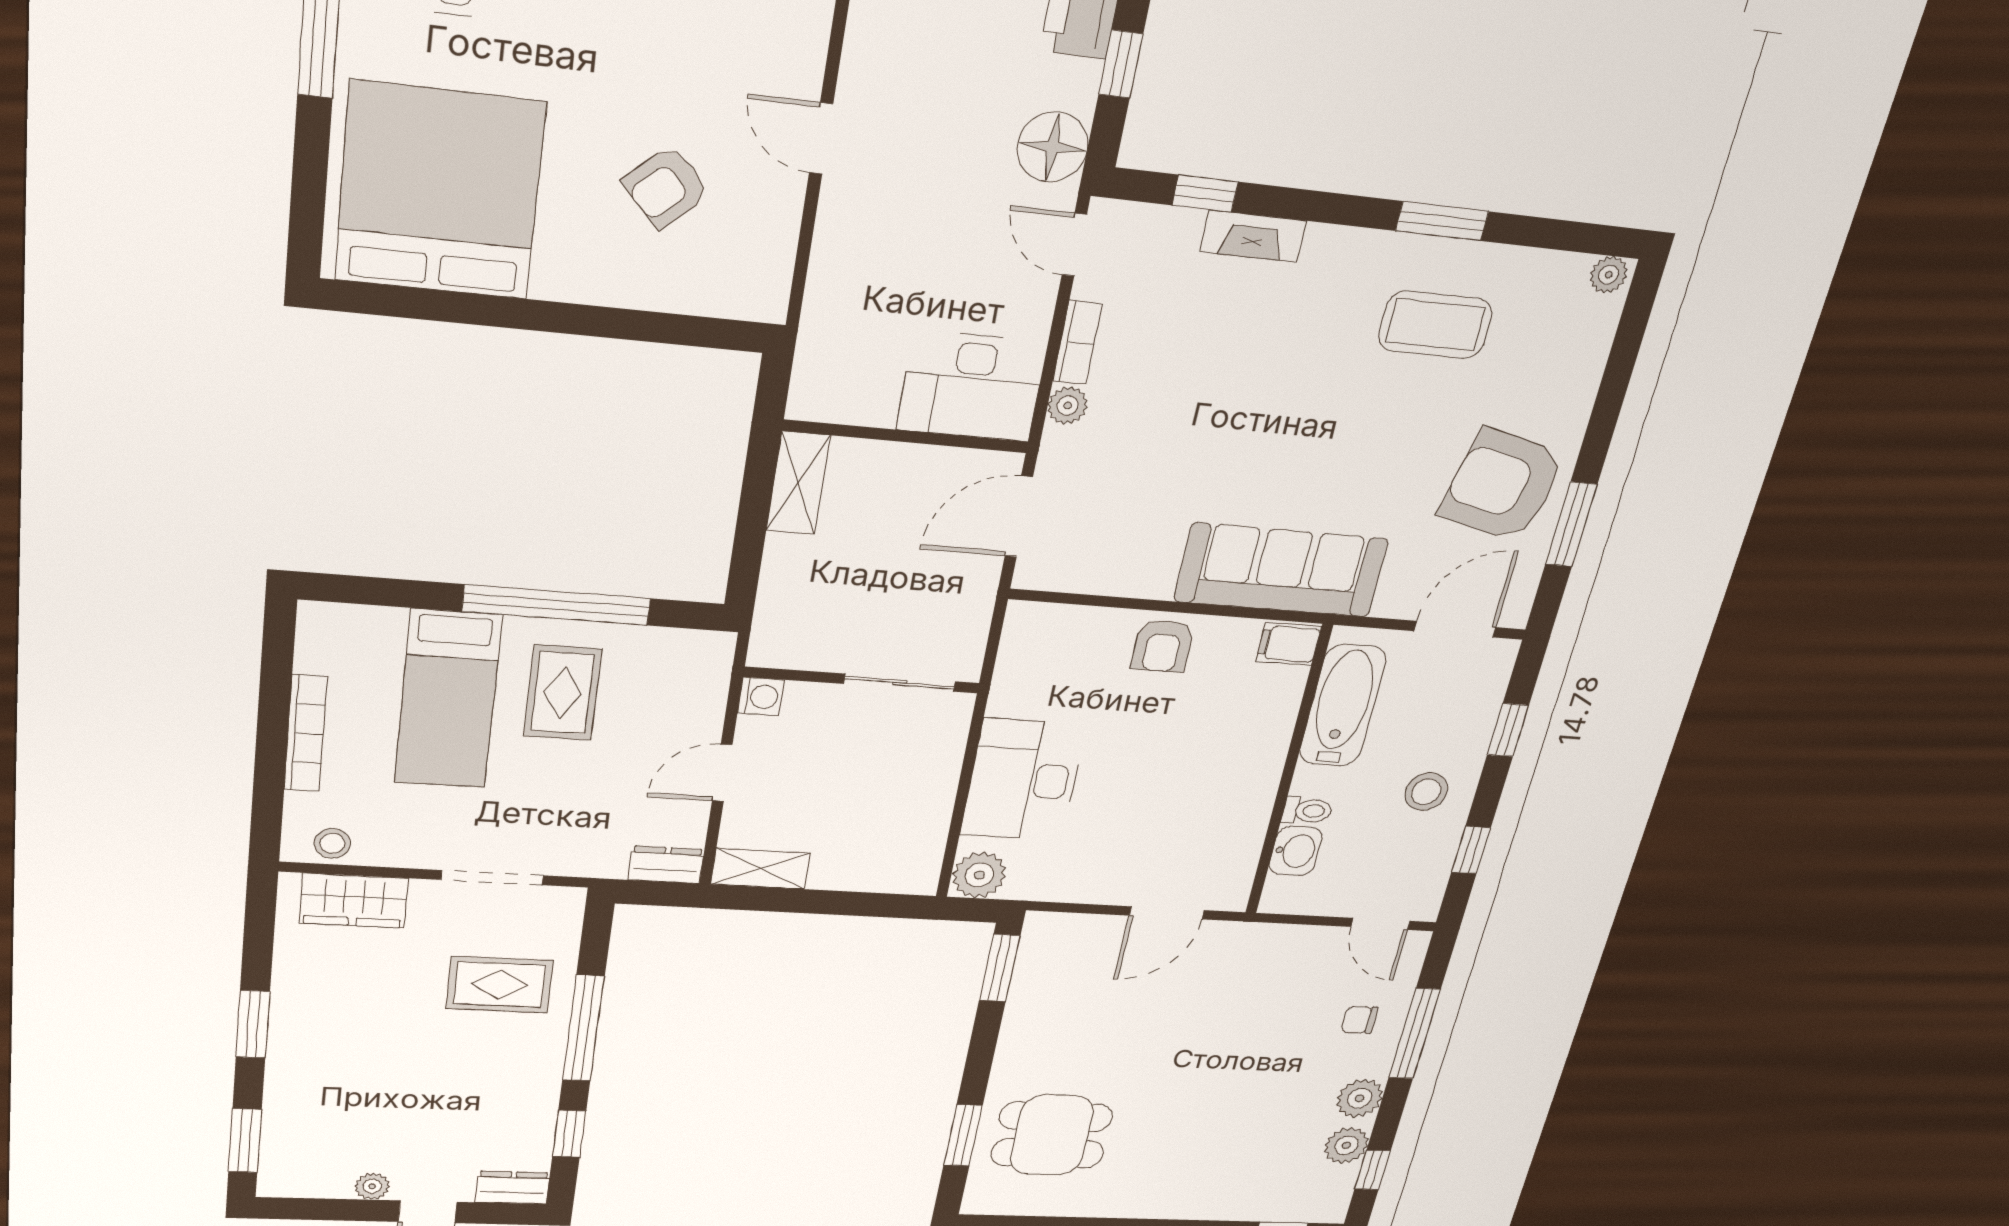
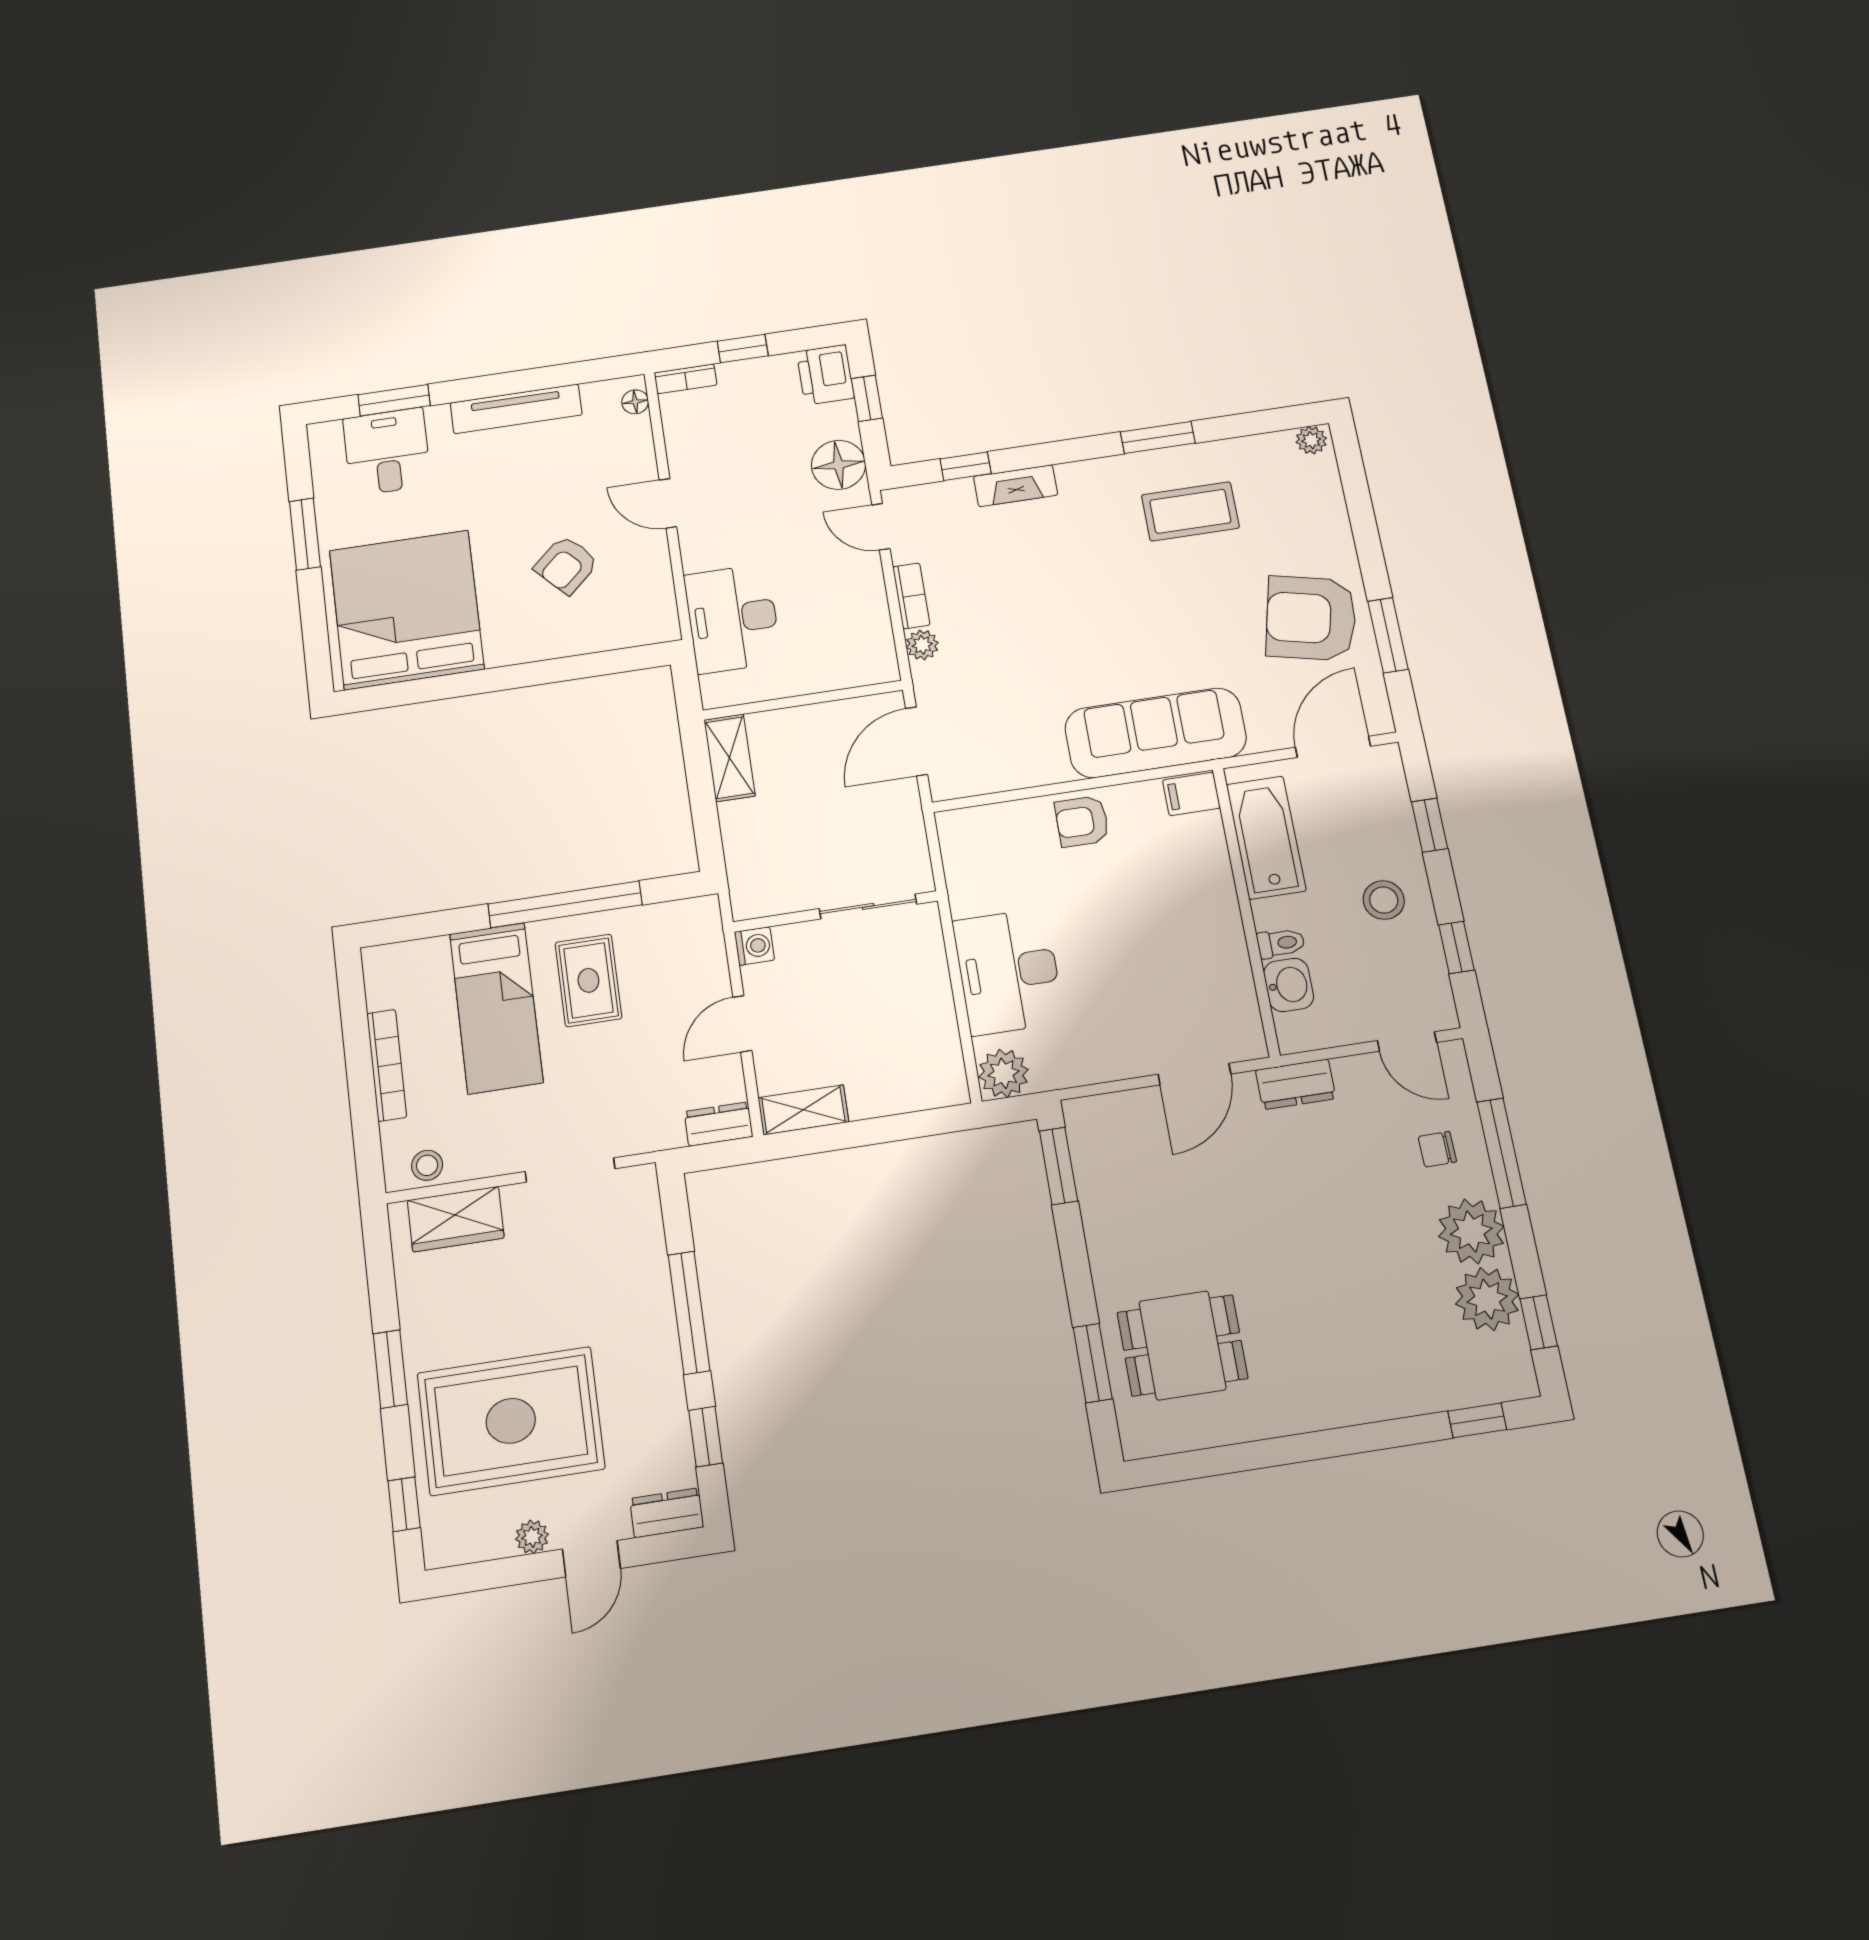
desk: (972, 386) -> (733, 619), moved, turned 90
armchair: (1163, 646) -> (1082, 821), turned 90
dresser: (1258, 941) -> (1296, 1084), added
rug: (500, 985) -> (511, 1421), moved, width x1.86, depth x2.06
plant: (1360, 1098) -> (1471, 1231), width x1.36, depth x1.36
window: (245, 1141) -> (404, 1504), width x0.67
plant: (1346, 1145) -> (1487, 1299), width x1.36, depth x1.36

